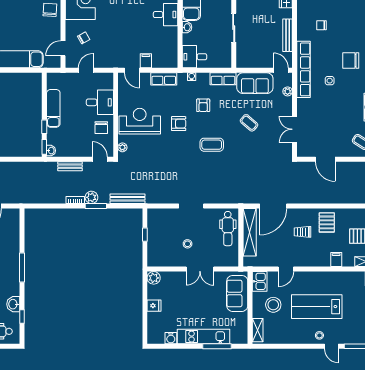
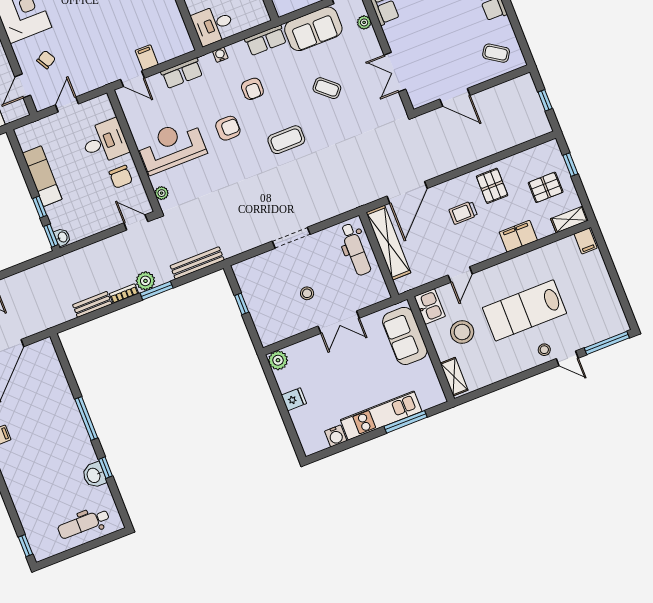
bench: (70, 166) -> (92, 304), moved
filing cabinet: (336, 260) -> (518, 236), width x2.00
window: (22, 317) -> (106, 468), moved

